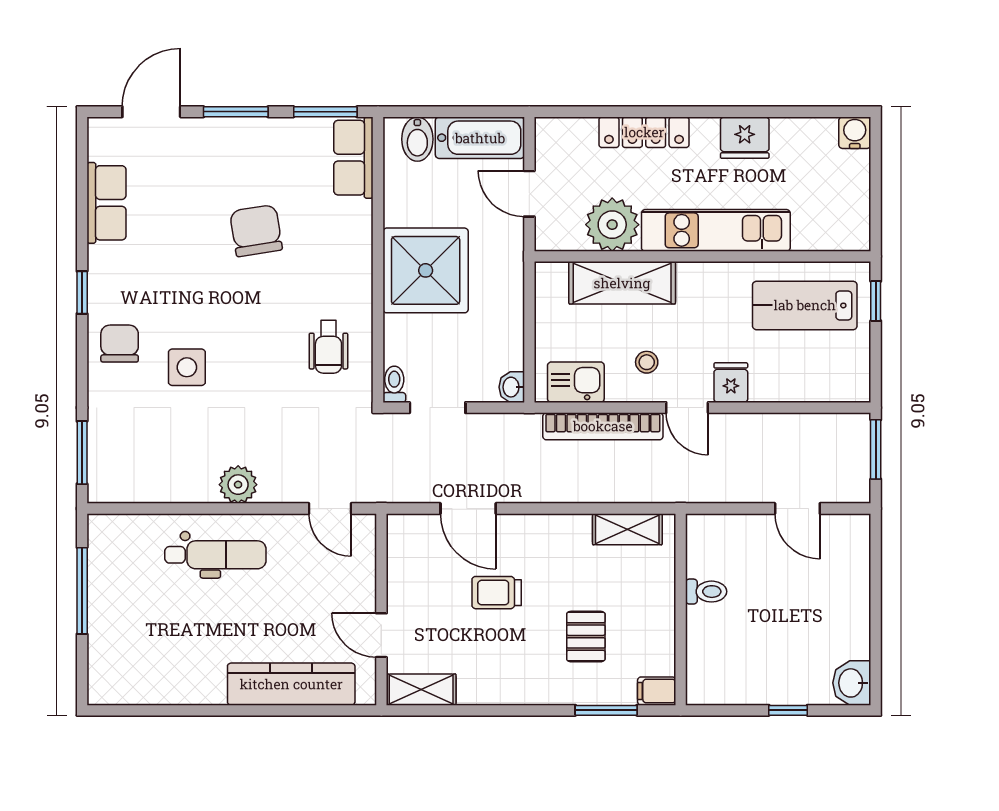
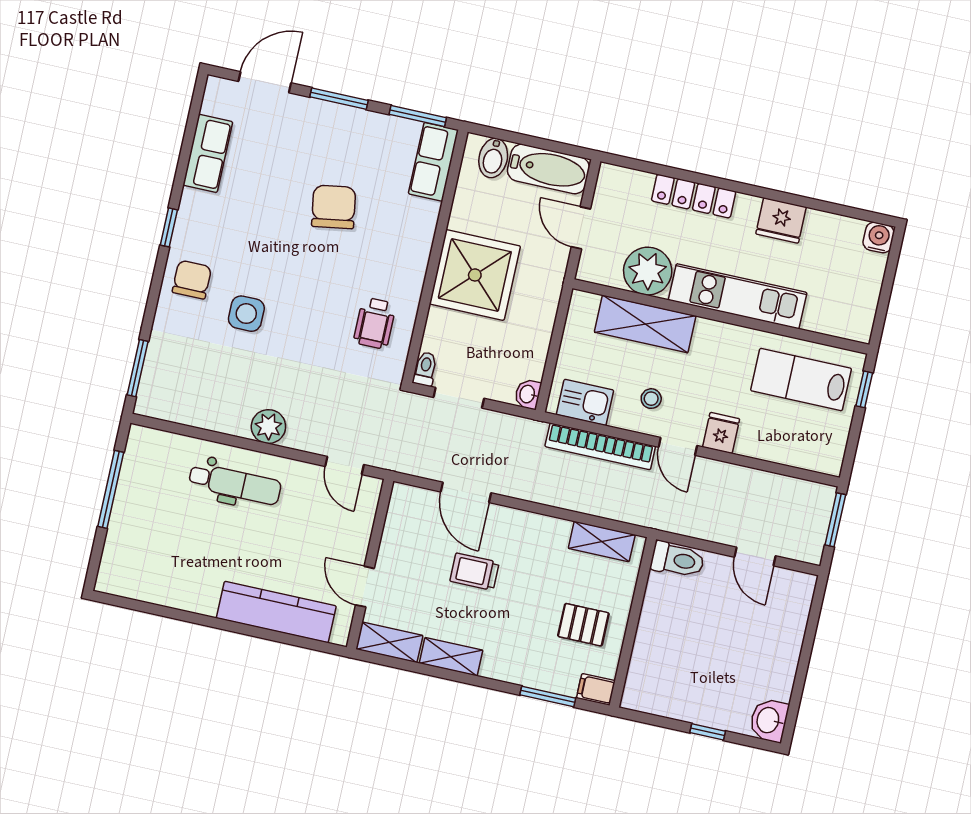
toilet: (706, 592) -> (677, 560), moved, width x1.37, depth x1.39
pallet: (586, 637) -> (583, 625), moved, turned 90
shelving: (492, 690) -> (451, 657), added

